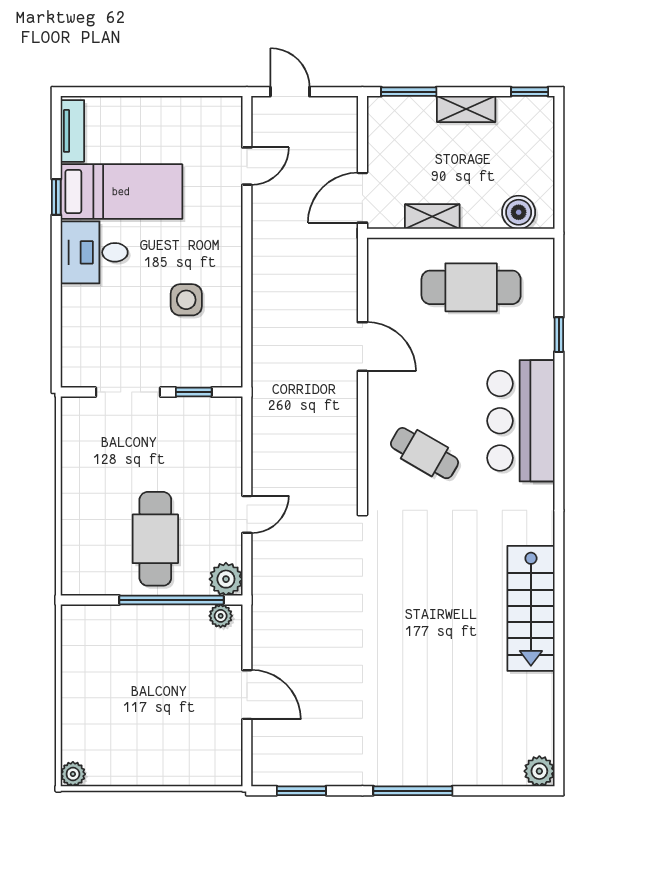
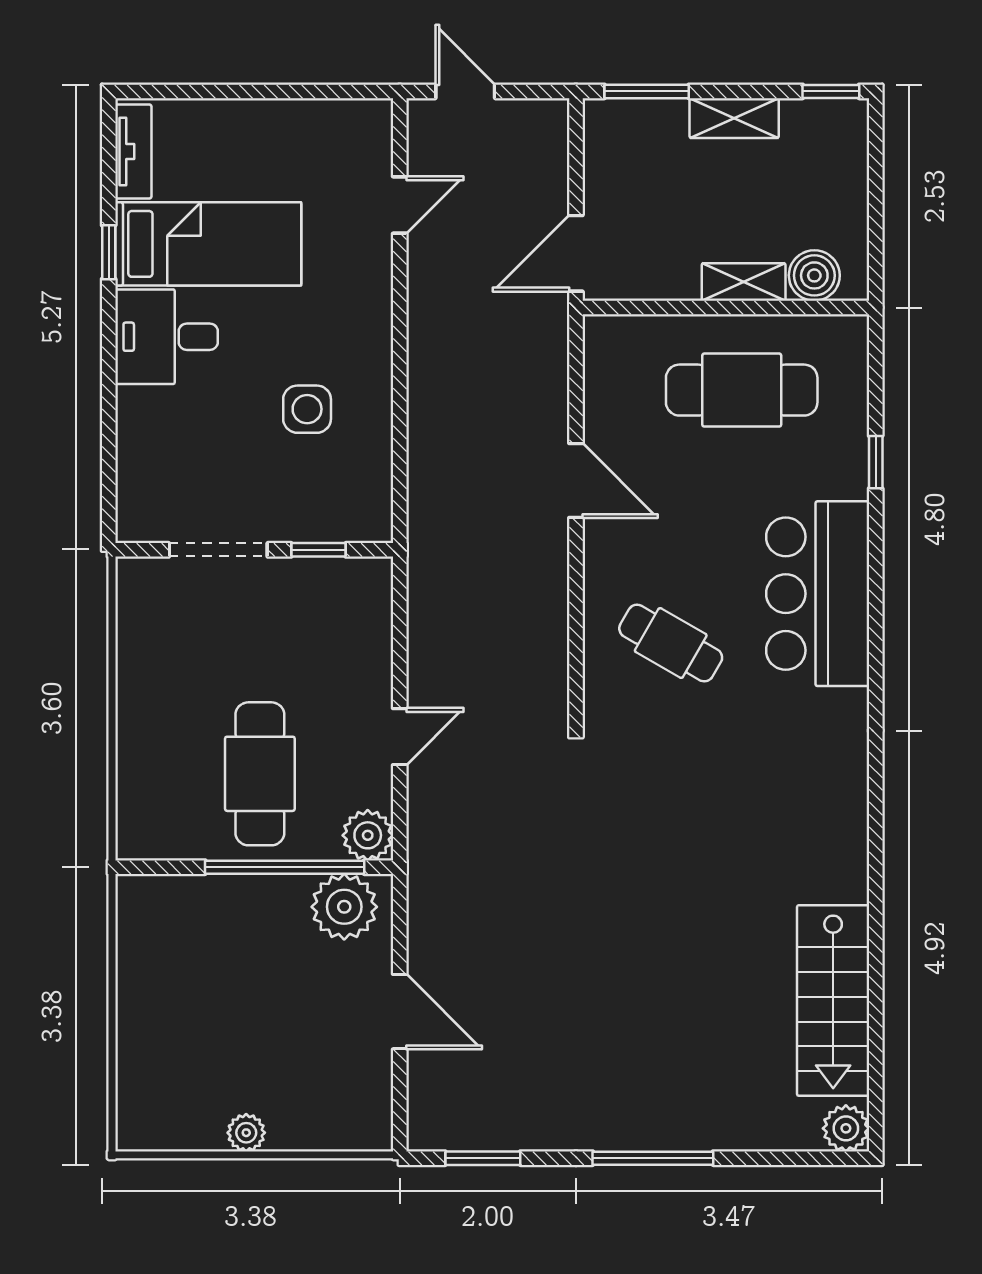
shelving: (432, 217) -> (744, 282), moved
stairs: (531, 608) -> (833, 1001), moved
plant: (221, 616) -> (344, 907), width x1.88, depth x1.88
plant: (73, 774) -> (246, 1133), moved

